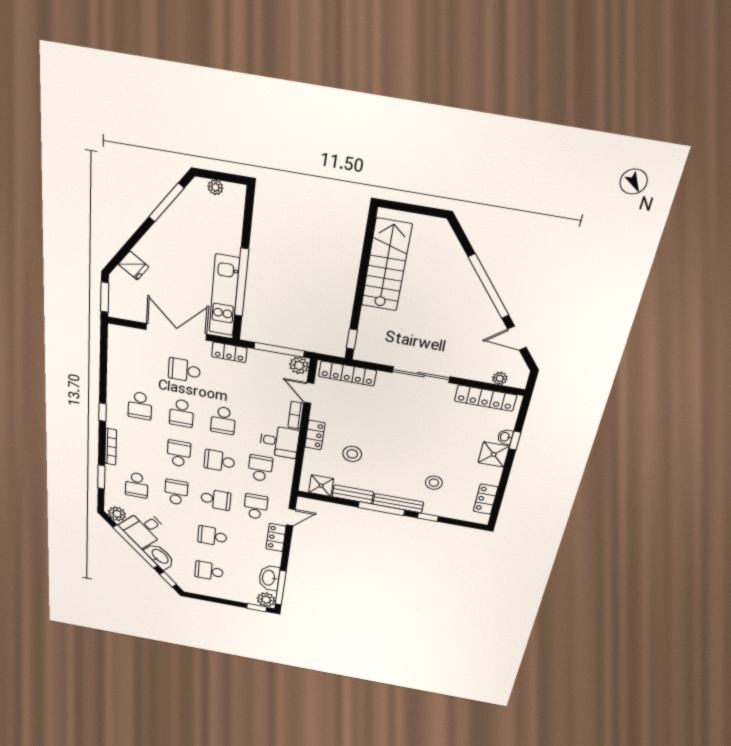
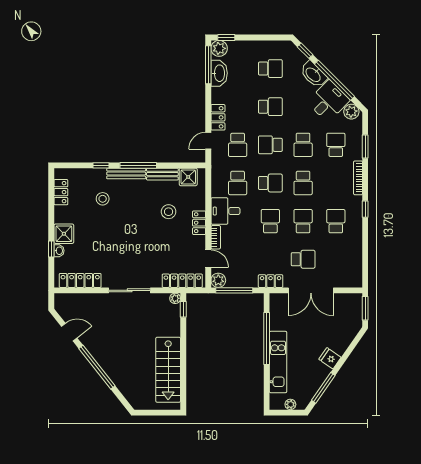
fridge: (134, 266) -> (330, 358), moved
kitchen unit: (224, 295) -> (278, 362), moved
plant: (500, 378) -> (175, 298), moved

